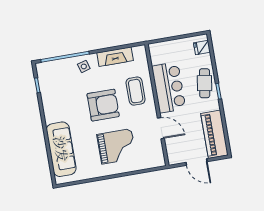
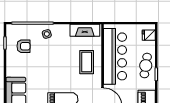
fireplace: (115, 57) -> (85, 30), moved
bar counter: (169, 87) -> (115, 56), width x1.36
armchair: (103, 105) -> (23, 46), moved, width x0.53, depth x0.53

